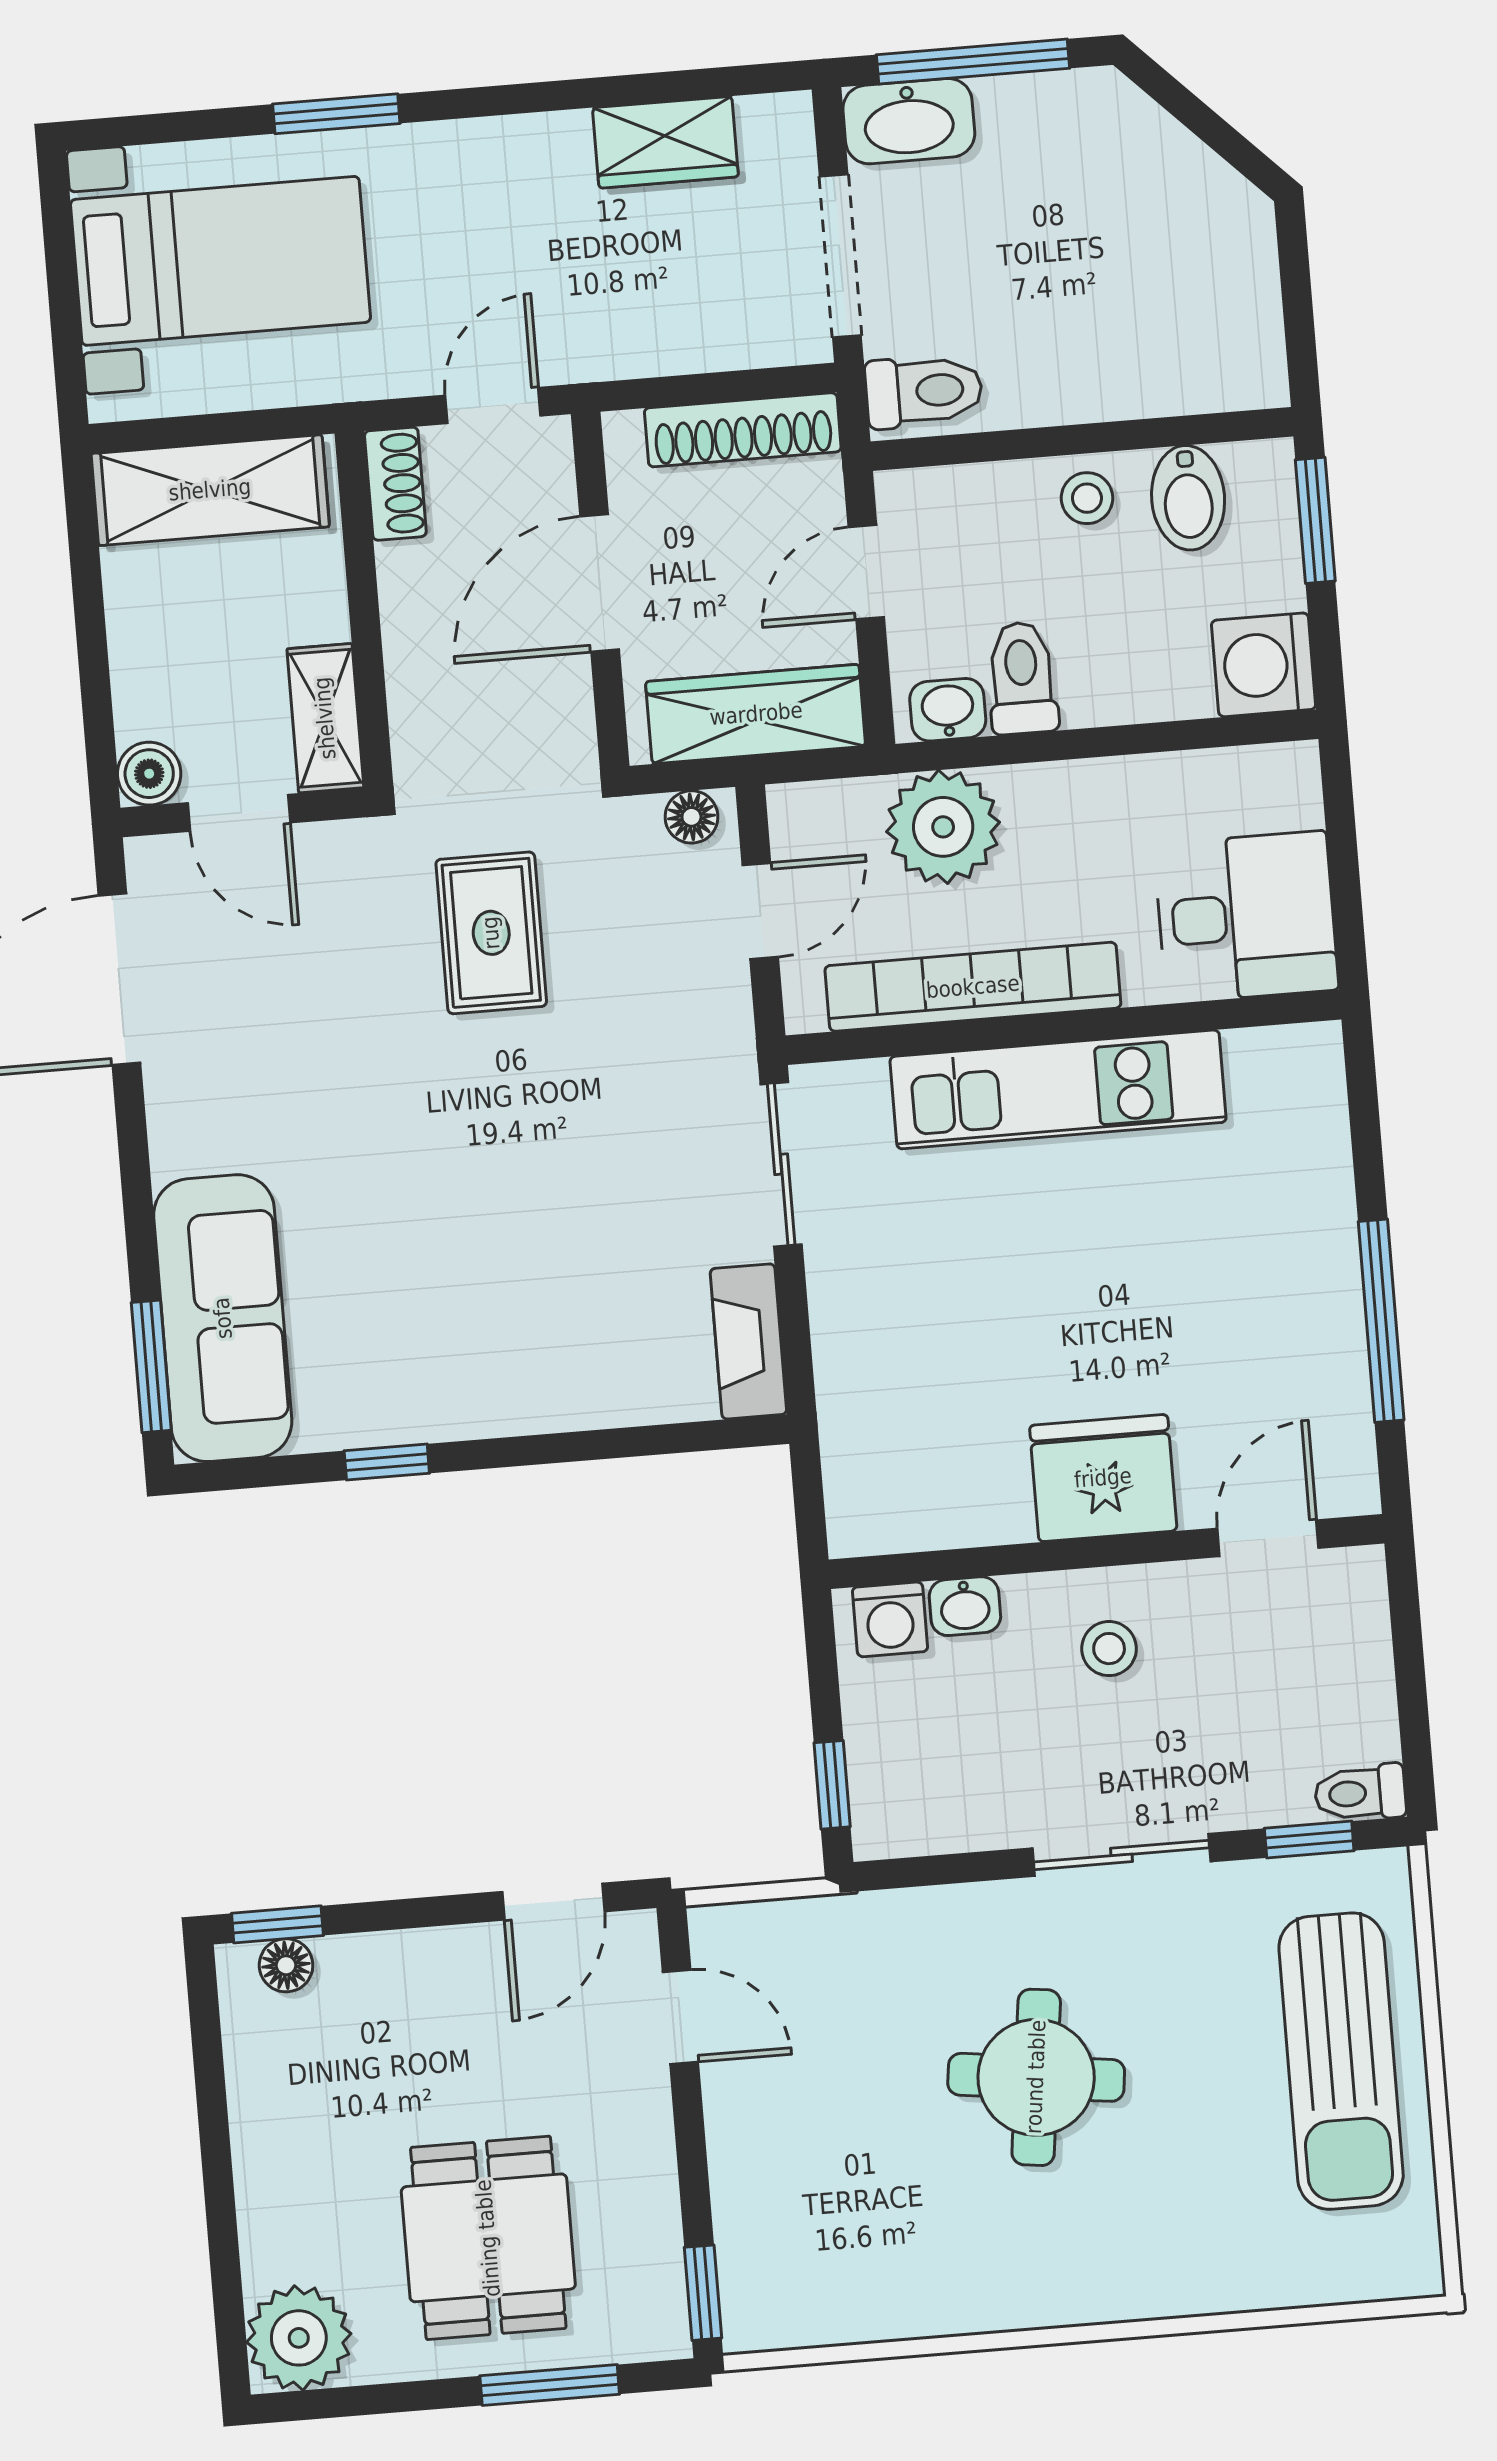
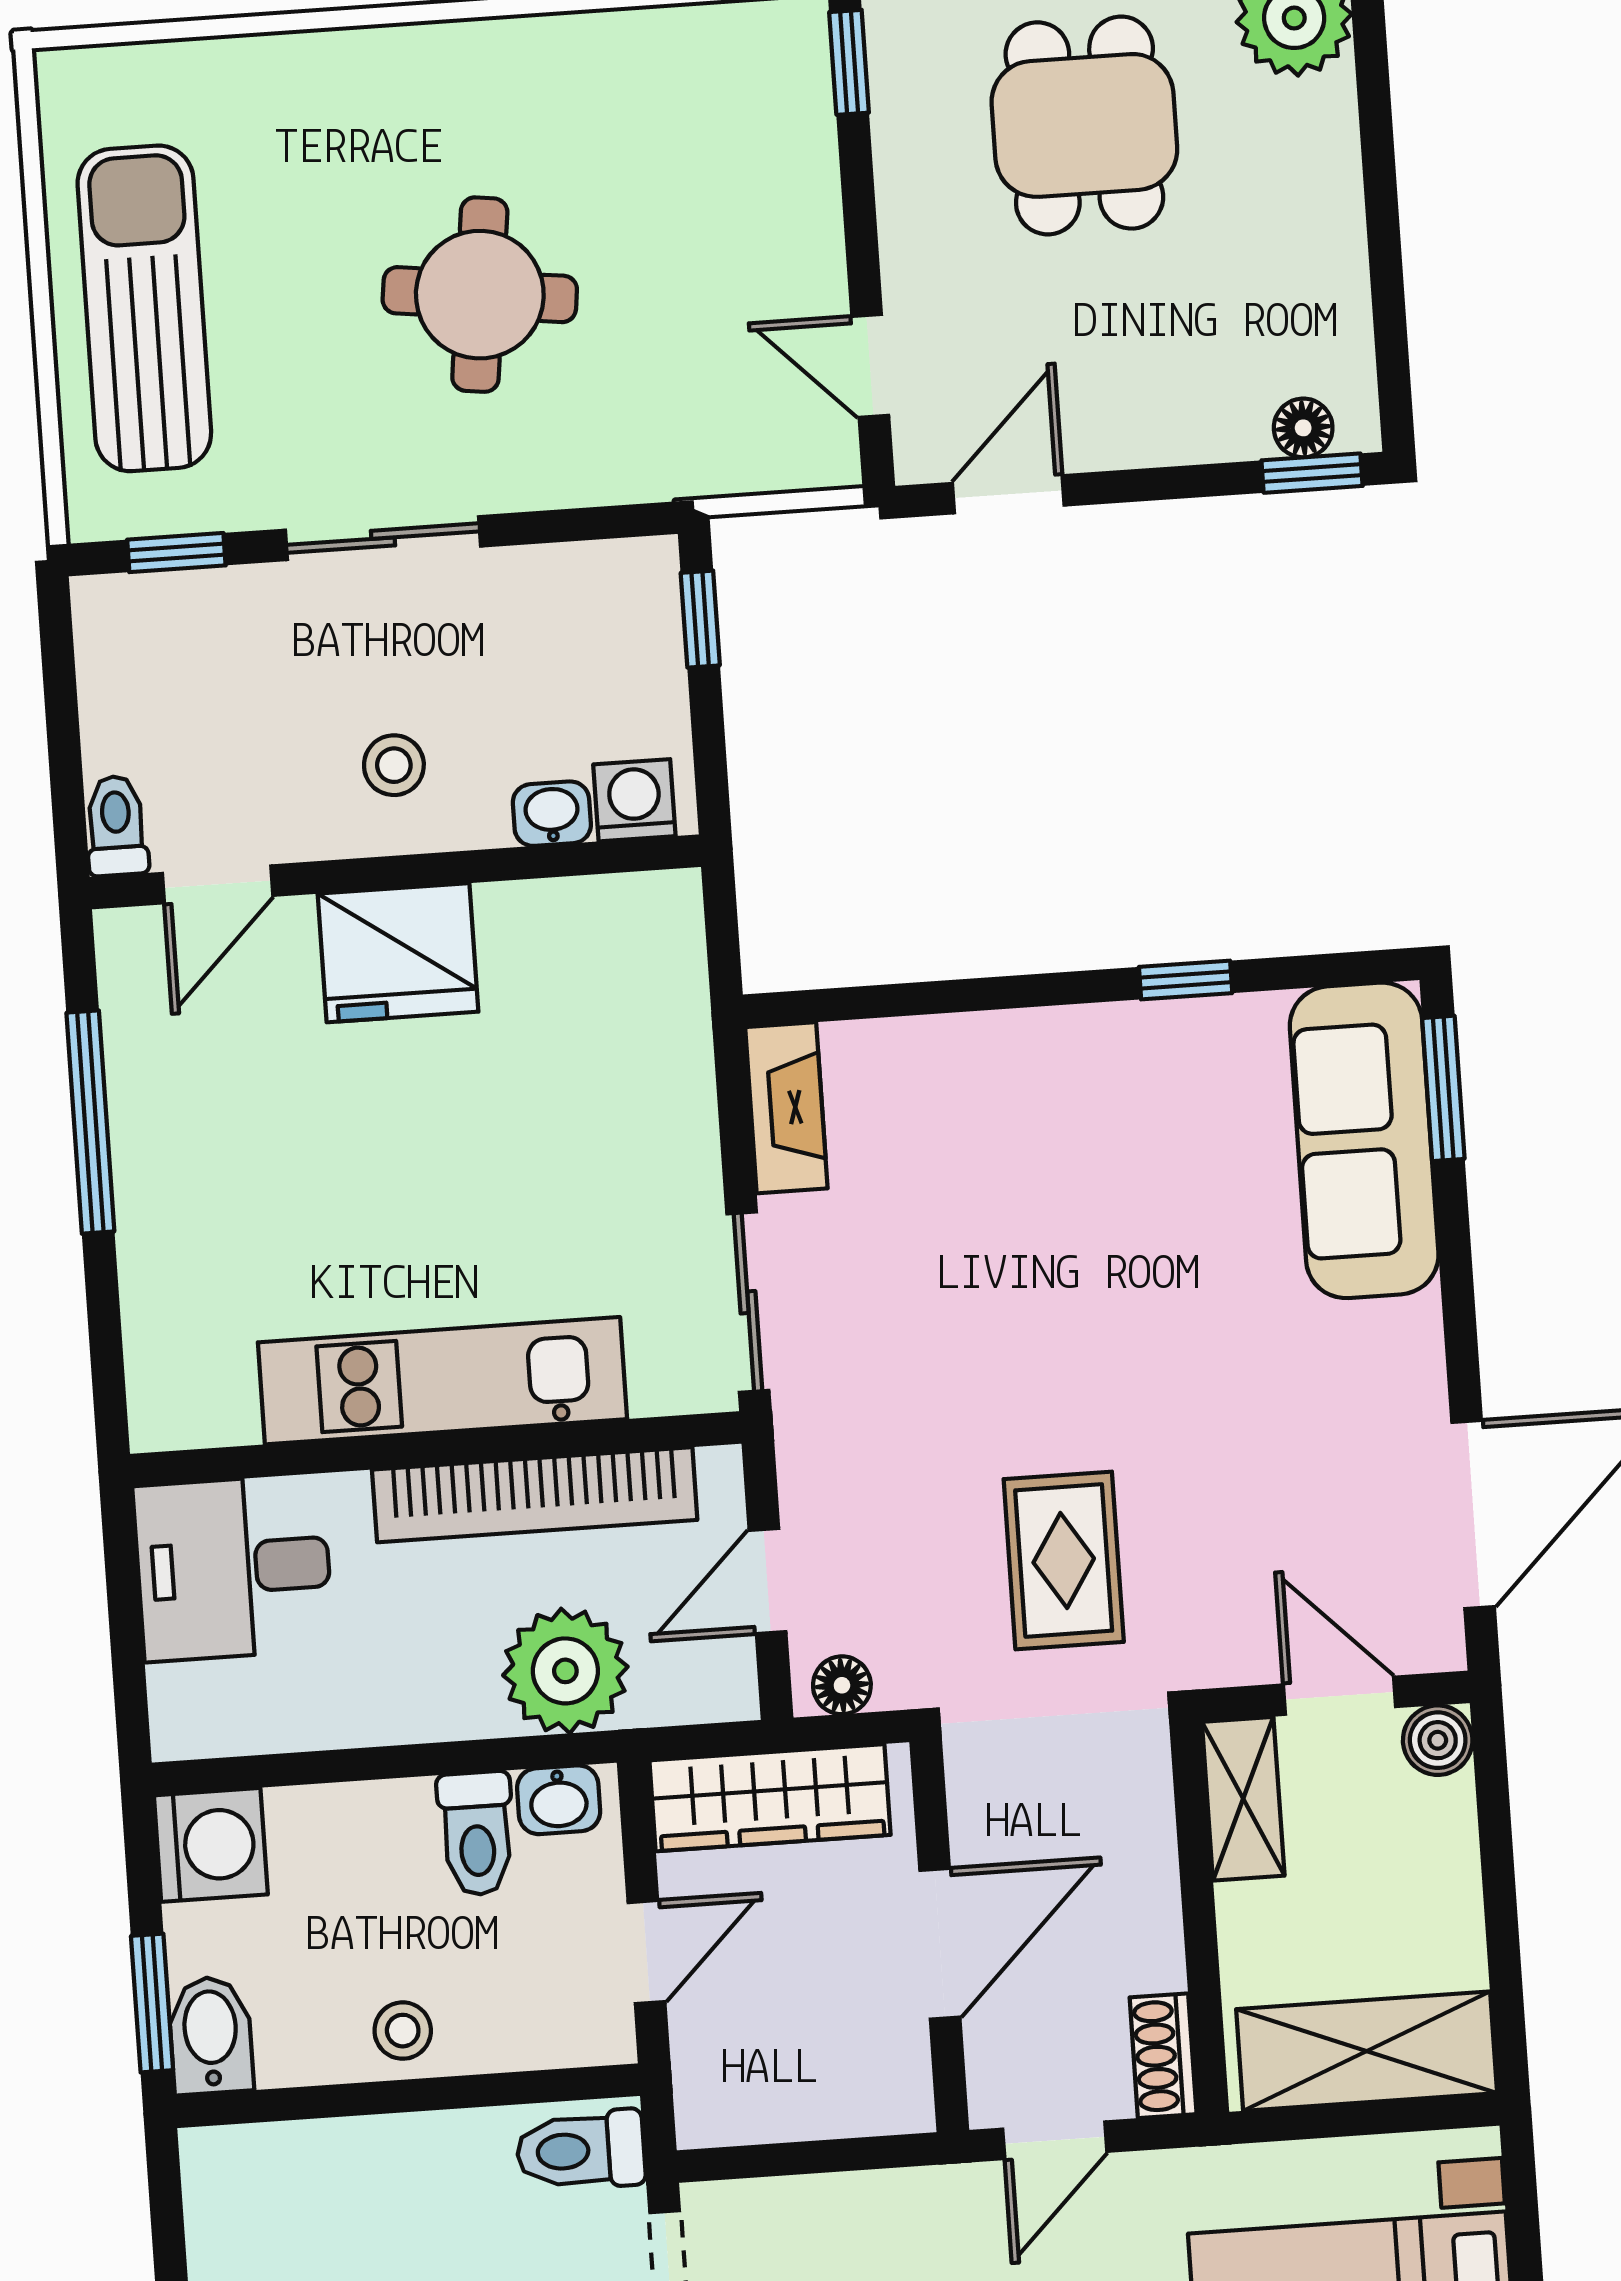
shoe rack: (743, 430) -> (780, 2110), removed
bidet: (1188, 498) -> (211, 2035), moved
toilet: (1360, 1793) -> (116, 826), moved, turned -90

